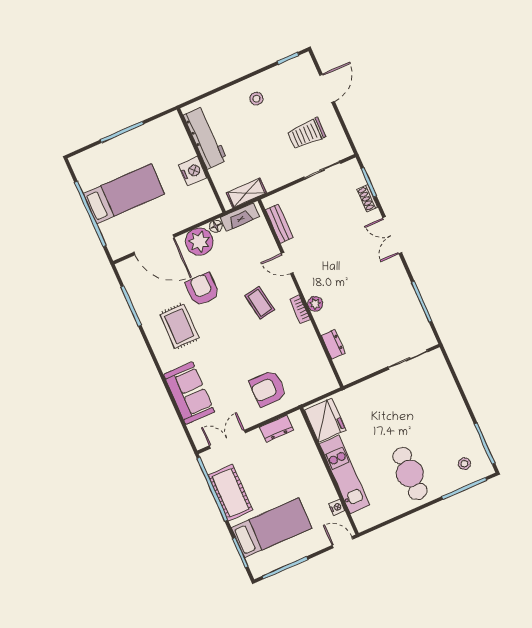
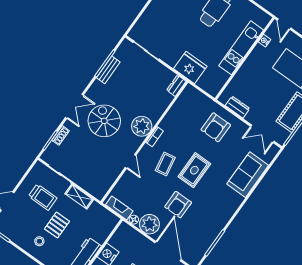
pallet: (263, 131) -> (57, 225), added
shelving: (246, 193) -> (79, 197), moved
bench: (279, 224) -> (108, 70), moved
spiral stairs: (354, 260) -> (104, 121), added
plant: (315, 304) -> (142, 126), width x1.88, depth x1.88
rug: (179, 326) -> (194, 170), moved
dresser: (333, 344) -> (176, 86), moved
armchair: (268, 388) -> (216, 127), turned 90
fridge: (325, 420) -> (190, 67), moved, turned 90

